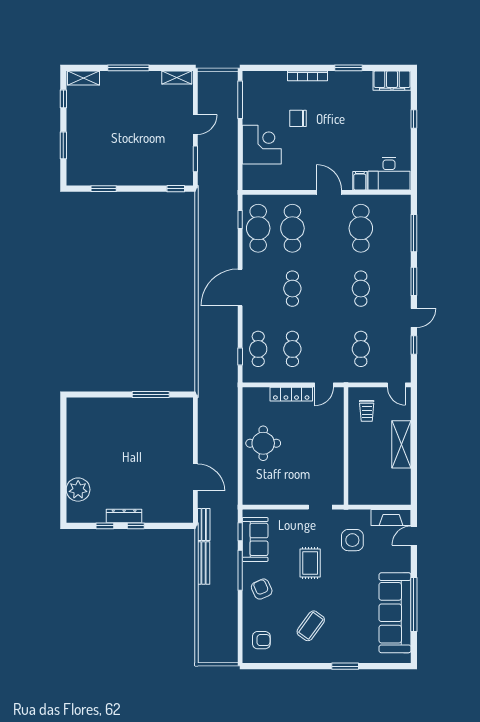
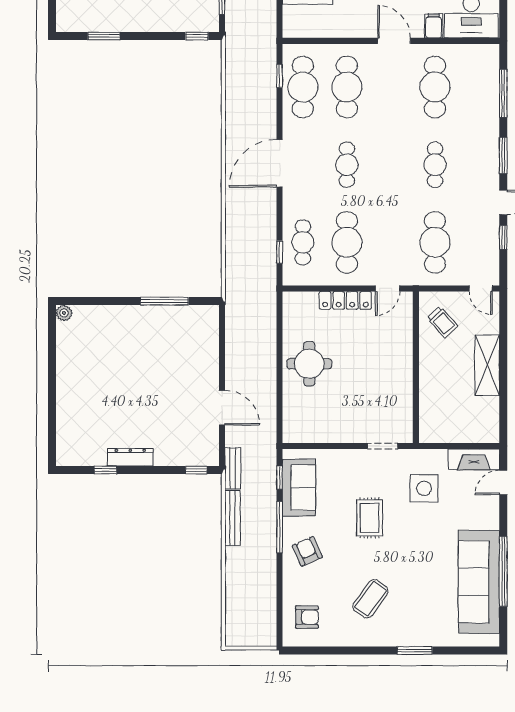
cafe table: (292, 349) -> (347, 242), width x1.37, depth x1.35
cafe table: (361, 349) -> (435, 242), width x1.37, depth x1.35
trolley: (367, 411) -> (443, 322), turned -43
plant: (78, 490) -> (64, 313), moved, width x0.53, depth x0.53
window: (136, 526) -> (196, 470), moved

